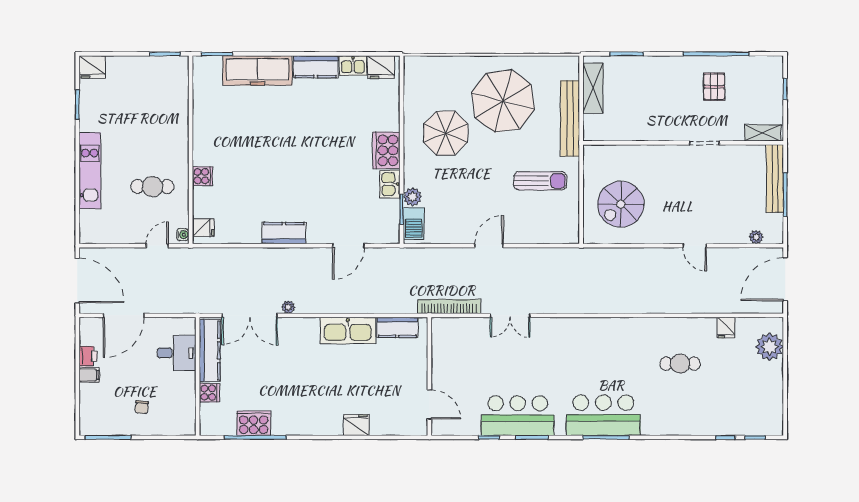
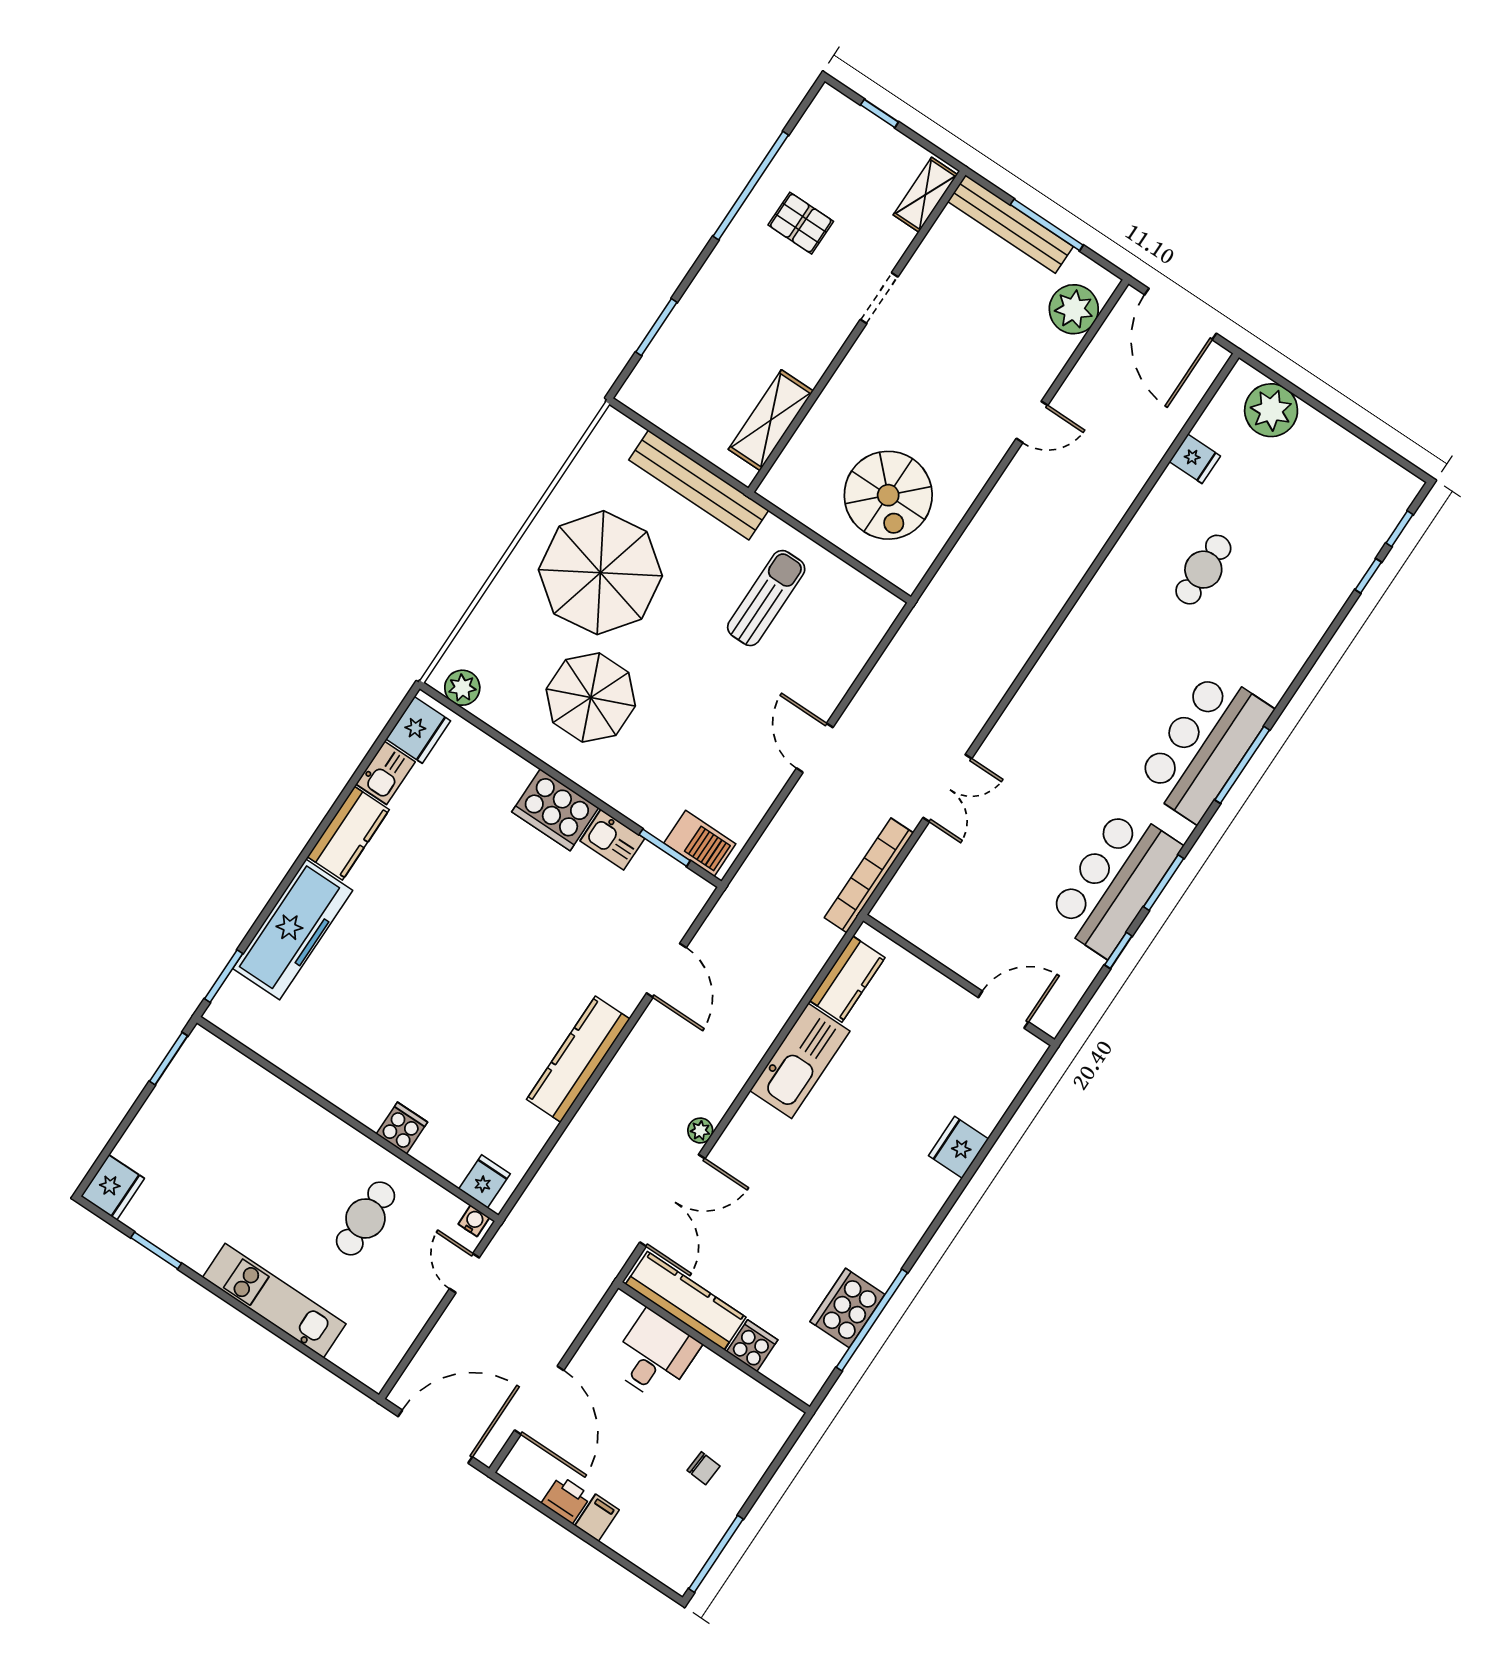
shelving: (593, 88) -> (771, 420), moved, turned 90
plant: (413, 197) -> (462, 688), moved
kitchen counter: (284, 233) -> (578, 1059), width x1.50
plant: (756, 237) -> (1074, 309), width x1.88, depth x1.88

